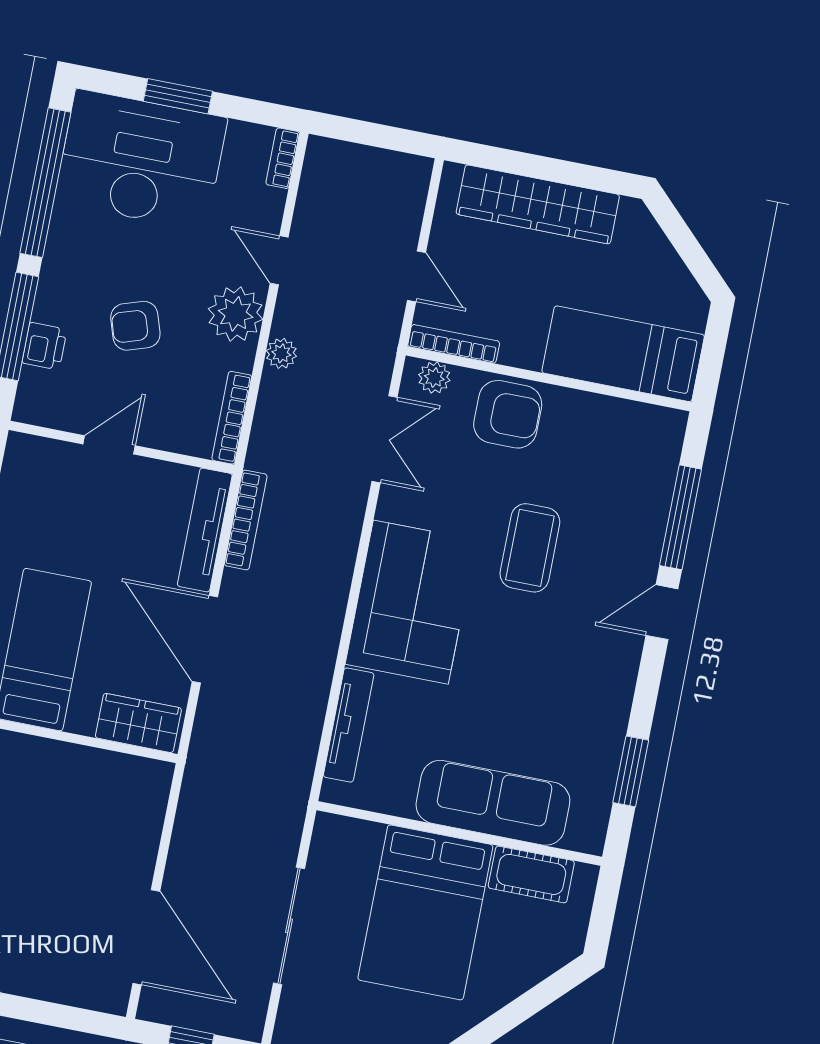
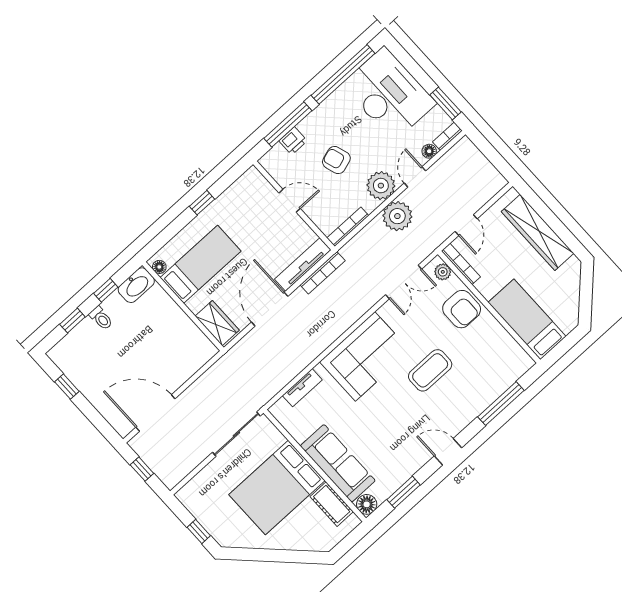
window: (178, 96) -> (445, 103), moved
floor lamp: (272, 203) -> (429, 151), added
plant: (281, 353) -> (397, 216), width x1.87, depth x1.87
door: (662, 612) -> (448, 452), moved
tv unit: (349, 725) -> (302, 388), width x0.71
floor lamp: (587, 834) -> (367, 504), added
sliding door: (289, 926) -> (236, 434), moved
door: (146, 937) -> (155, 413), swing flipped

